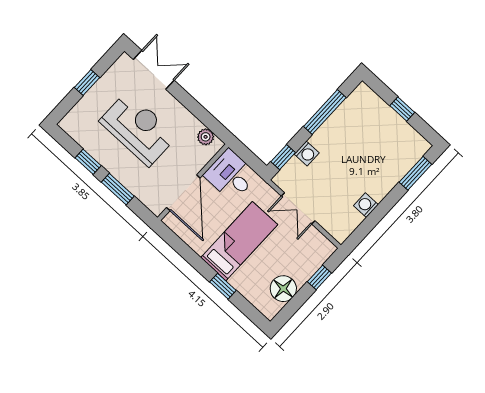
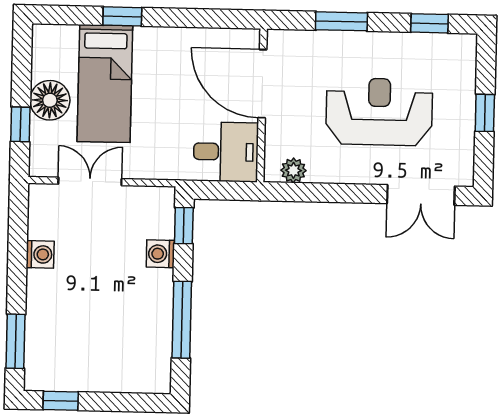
window: (402, 109) -> (61, 401), moved
reception desk: (138, 129) -> (379, 112), turned 180
window: (88, 162) -> (429, 23), moved
double door: (298, 208) -> (90, 181), moved
bed: (239, 241) -> (105, 84), moved
floor lamp: (283, 289) -> (50, 100), moved

